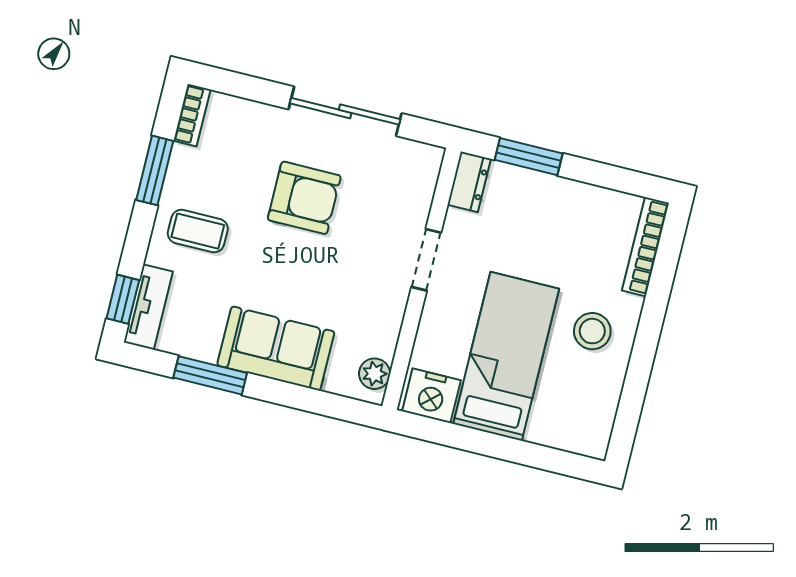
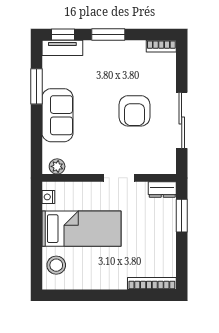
window: (155, 170) -> (108, 35), moved
coffee table: (198, 231) -> (105, 63), removed
stool: (592, 331) -> (56, 265), moved
nightstand: (431, 396) -> (48, 197), width x0.53, depth x0.56

